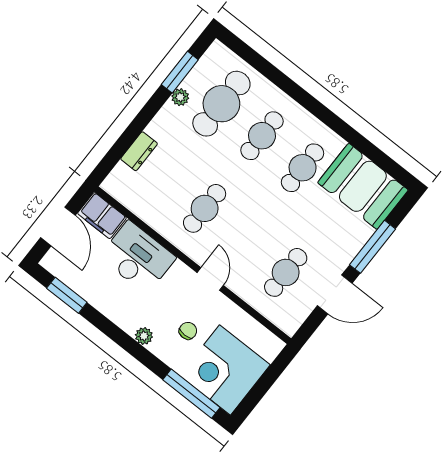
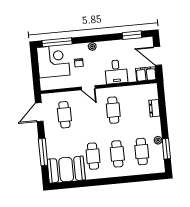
cafe table: (221, 104) -> (142, 152), width x0.73, depth x0.74
desk: (138, 257) -> (116, 72), width x0.73
door: (335, 294) -> (39, 112), moved

